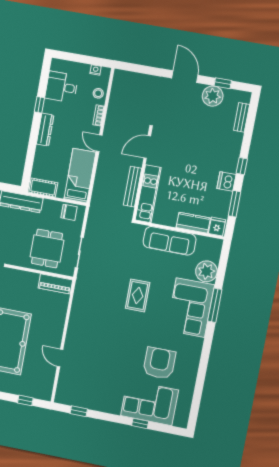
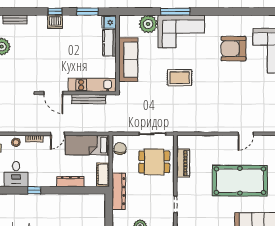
dresser: (45, 130) -> (70, 182), moved
dishwasher: (226, 181) -> (55, 22), moved
piano: (55, 284) -> (183, 163), moved

